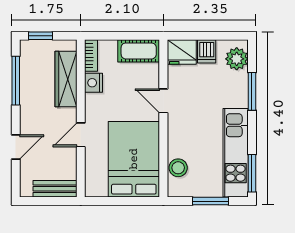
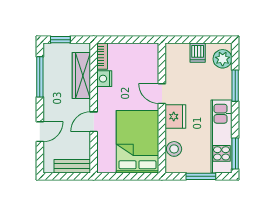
cot: (139, 51) -> (141, 52), removed
fridge: (182, 52) -> (175, 117), moved, turned -90

